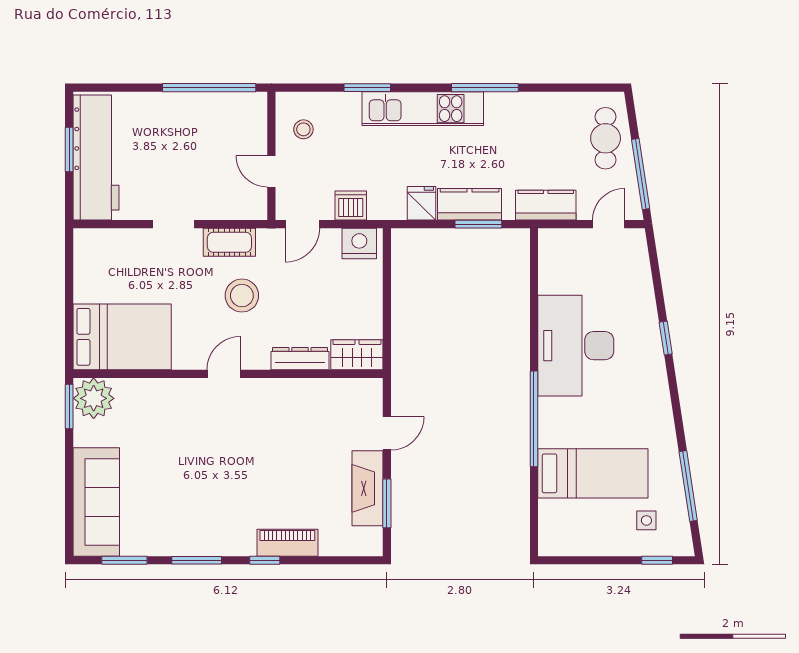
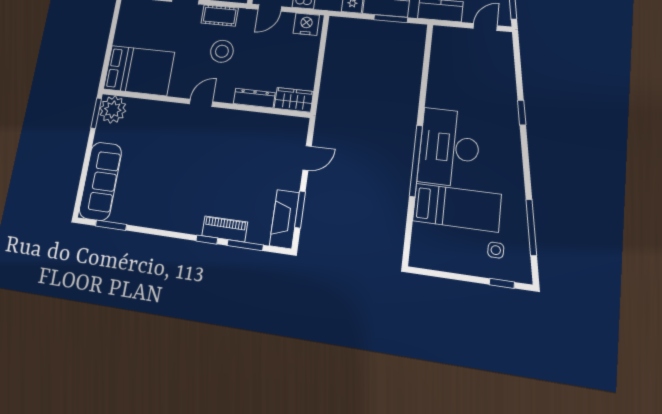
desk: (576, 346) -> (449, 148), moved
fireplace: (368, 488) -> (284, 219), moved
window: (197, 560) -> (245, 245), moved

